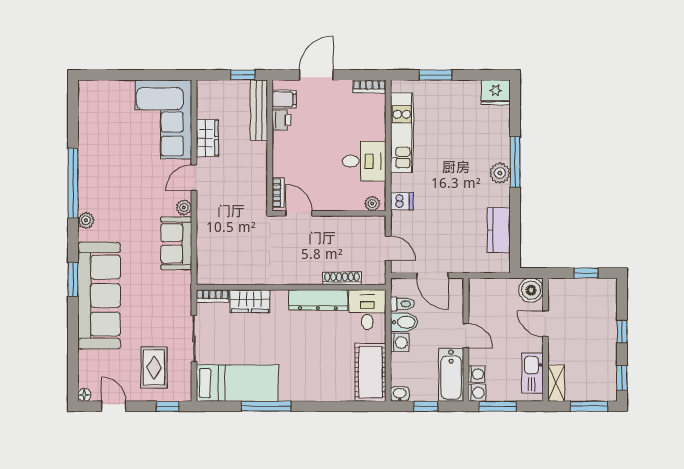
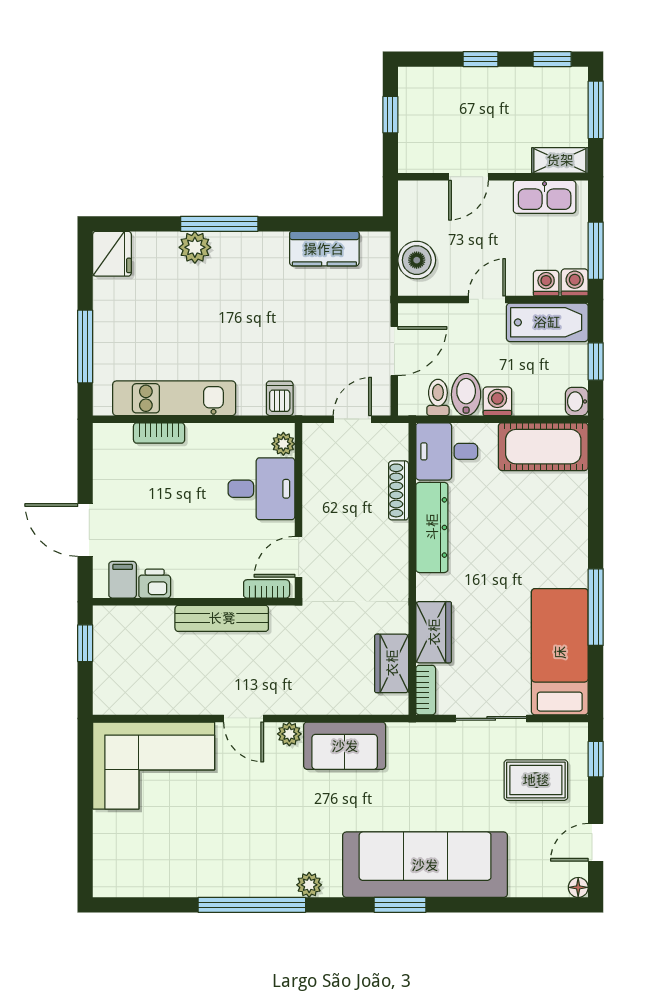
window: (435, 75) -> (85, 347), width x1.44
bookcase: (369, 86) -> (159, 433), moved, turned 90
bench: (259, 110) -> (222, 618), moved
wardrobe: (207, 138) -> (392, 663), moved, turned -90
desk: (364, 161) -> (262, 489), moved, turned 90
plant: (500, 173) -> (195, 247), moved
boiler: (531, 290) -> (417, 260), moved

